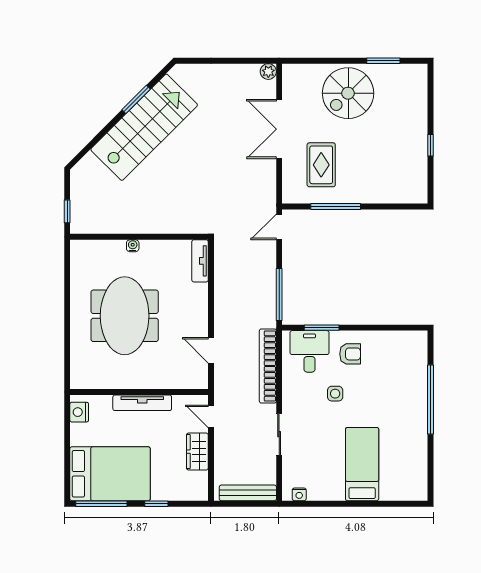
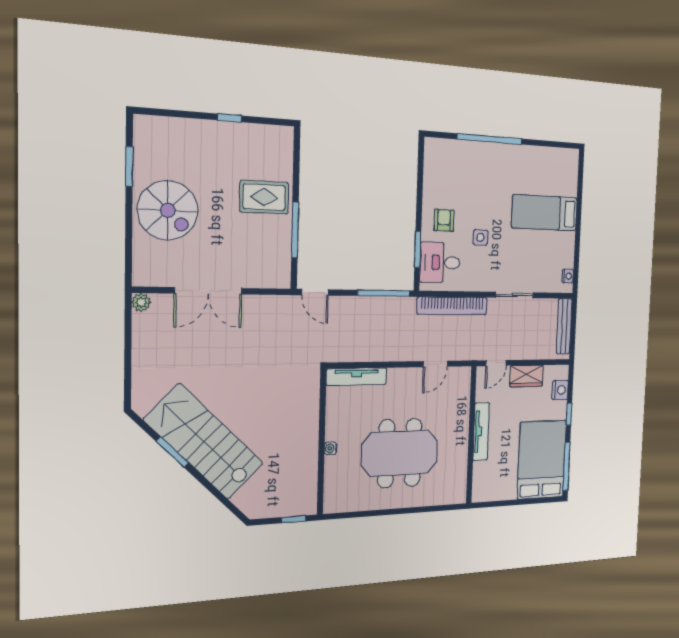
rug: (321, 165) -> (264, 197), moved
tv unit: (200, 261) -> (357, 377), width x1.41
nightstand: (79, 412) -> (560, 390), moved, turned -90

